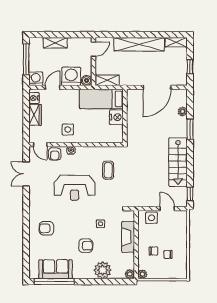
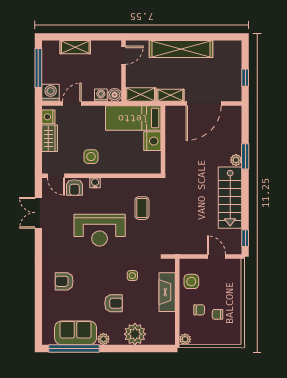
shelving: (176, 42) -> (170, 95), moved
washing machine: (71, 76) -> (101, 95), width x0.53, depth x0.53
plant: (183, 111) -> (236, 160), moved
side table: (151, 218) -> (191, 281), moved
plant: (130, 274) -> (103, 339), moved

